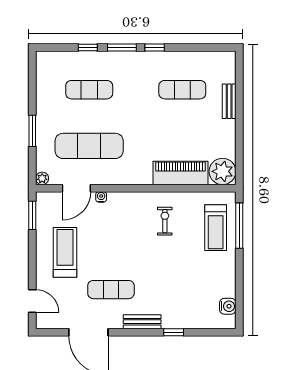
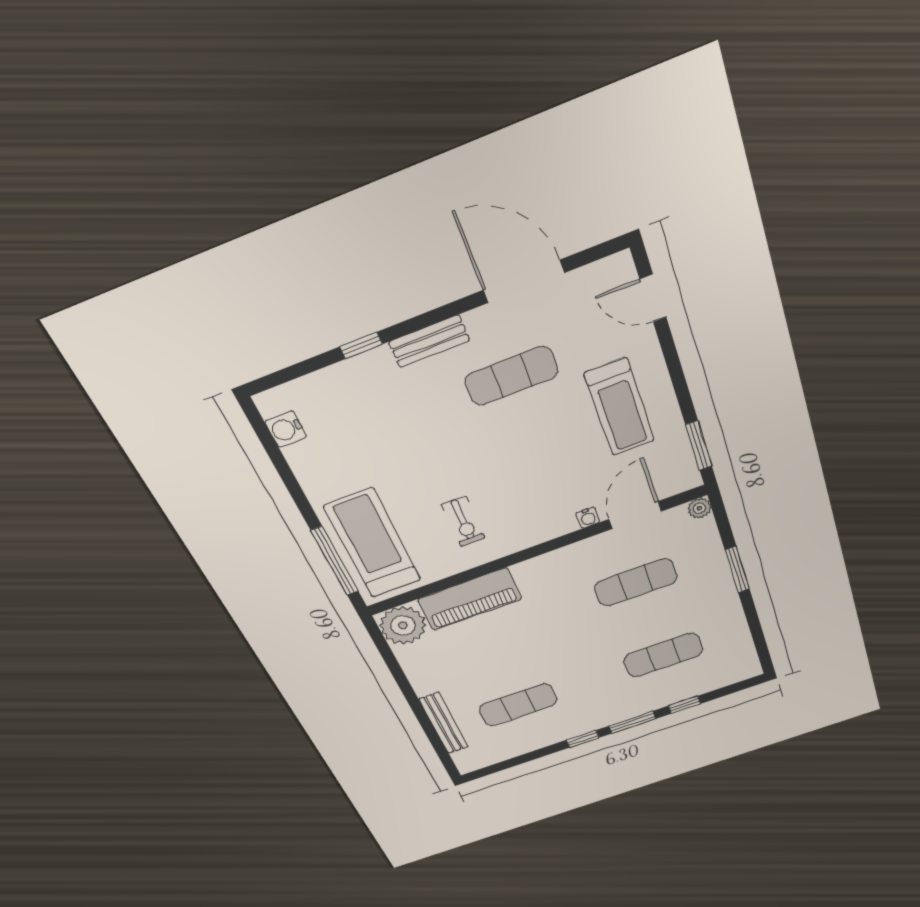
bench: (229, 101) -> (444, 723), width x1.36
exercise mat: (89, 146) -> (636, 582), width x0.73, depth x0.69
treadmill: (216, 228) -> (373, 544), width x1.37, depth x1.38

